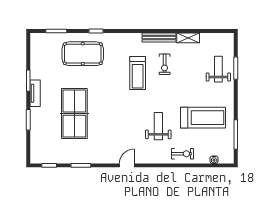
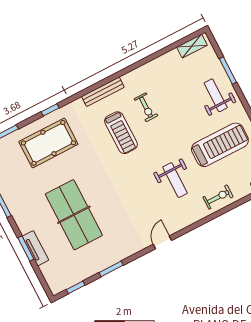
bench: (159, 37) -> (103, 92), moved
shelving: (188, 38) -> (192, 46), moved
weight bench: (218, 69) -> (216, 95), moved
tv unit: (35, 93) -> (35, 248), moved
weight bench: (158, 126) -> (175, 180), turned 180

